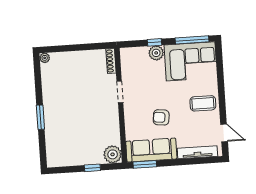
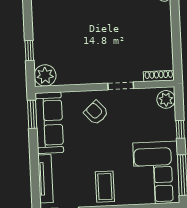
plant: (156, 53) -> (166, 99), moved
armchair: (161, 117) -> (96, 113), moved, turned -49

